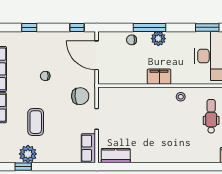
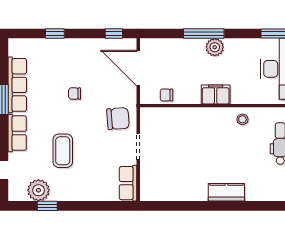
chair: (132, 40) -> (166, 95), moved
plant: (28, 154) -> (38, 190), moved
kitchen counter: (116, 156) -> (226, 192), moved

